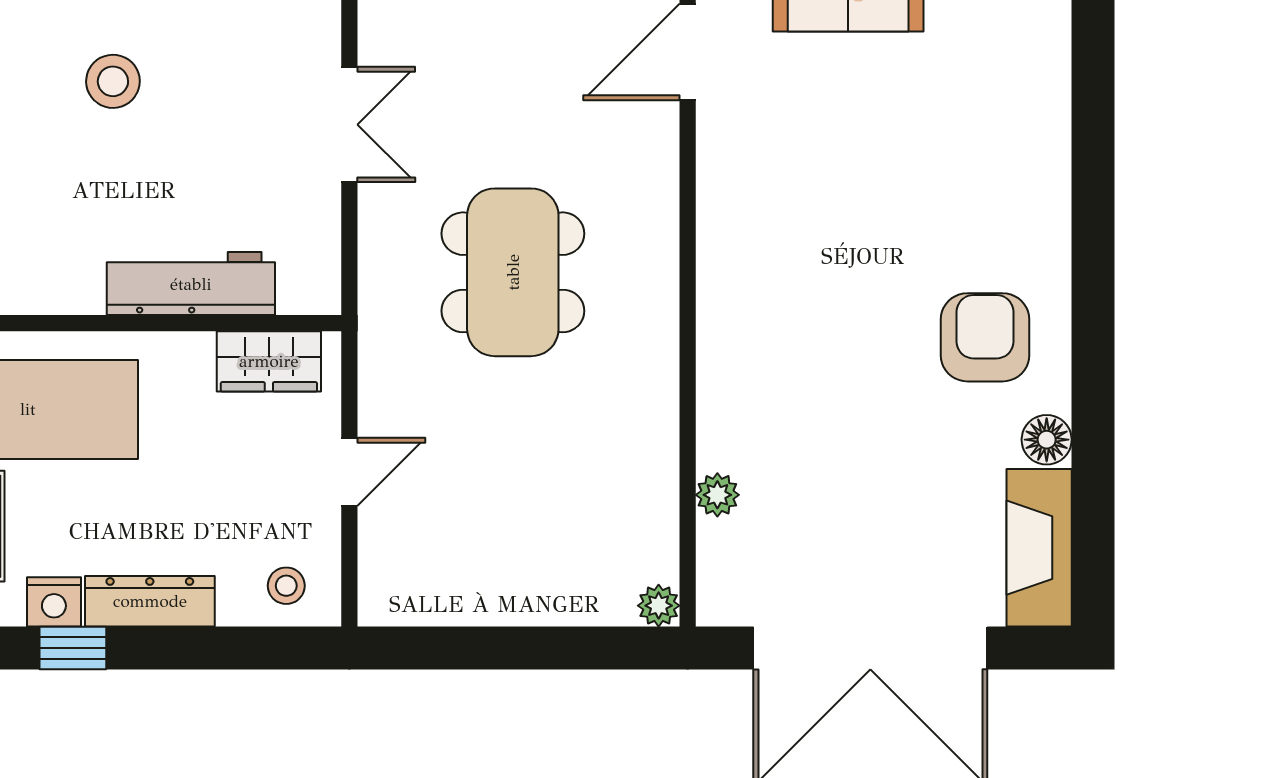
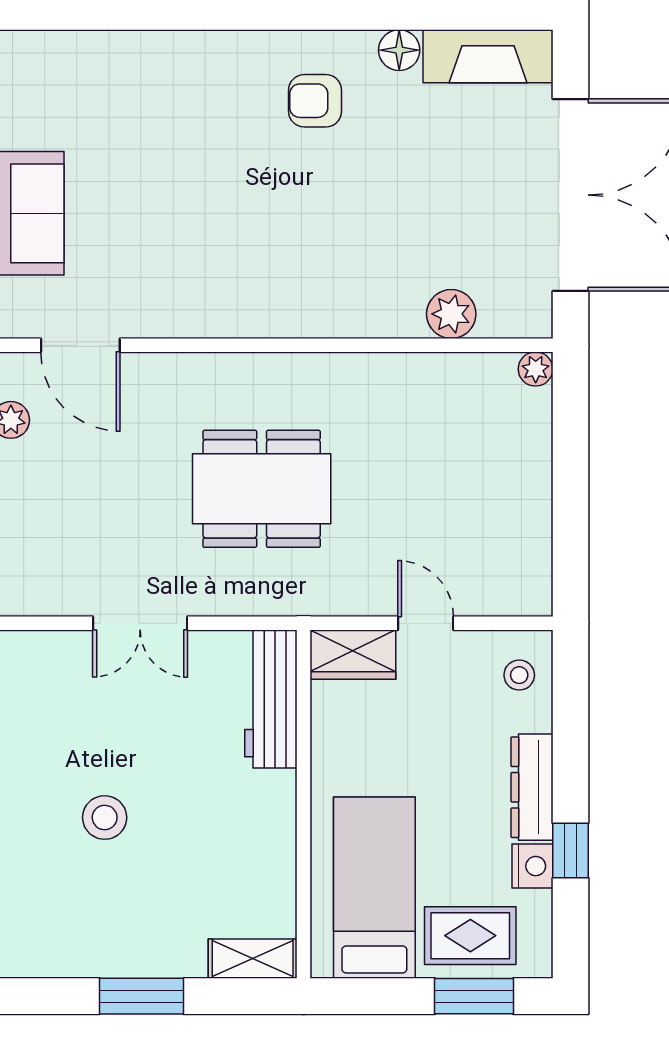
double door: (349, 125) -> (140, 623), swing flipped
workbench: (191, 284) -> (271, 699), moved
armchair: (985, 337) -> (315, 101), width x0.72, depth x0.72
wardrobe: (269, 361) -> (353, 655), moved, turned 90
plant: (717, 495) -> (451, 314), width x1.38, depth x1.38

